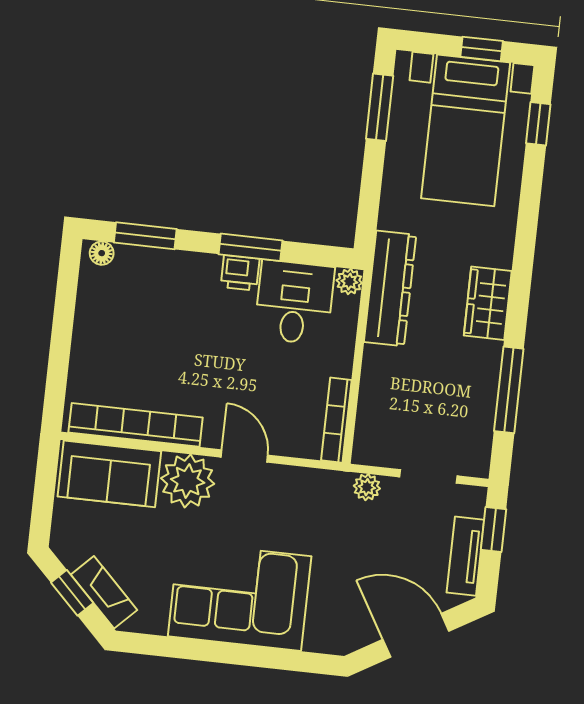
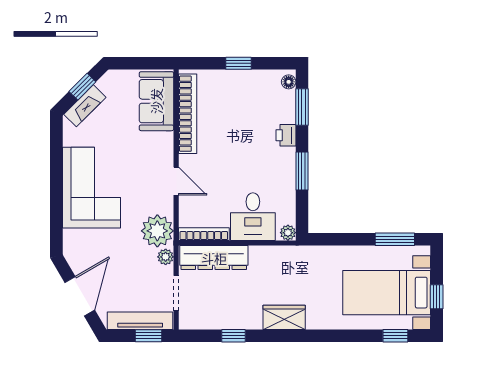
printer: (240, 273) -> (286, 135), moved
dresser: (390, 288) -> (214, 258), moved
desk: (294, 302) -> (253, 217), moved, turned 90
window: (62, 332) -> (238, 63), added
window: (509, 390) -> (233, 336), width x0.46
door: (244, 456) -> (176, 181), hinge flipped
plant: (188, 481) -> (157, 231), moved
tv unit: (465, 556) -> (140, 321), width x1.41

